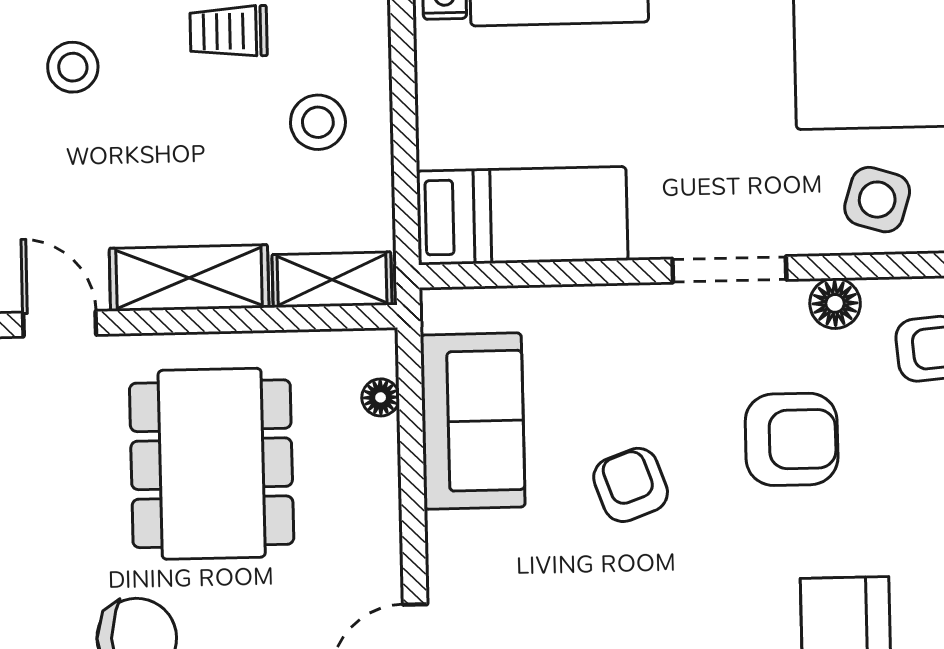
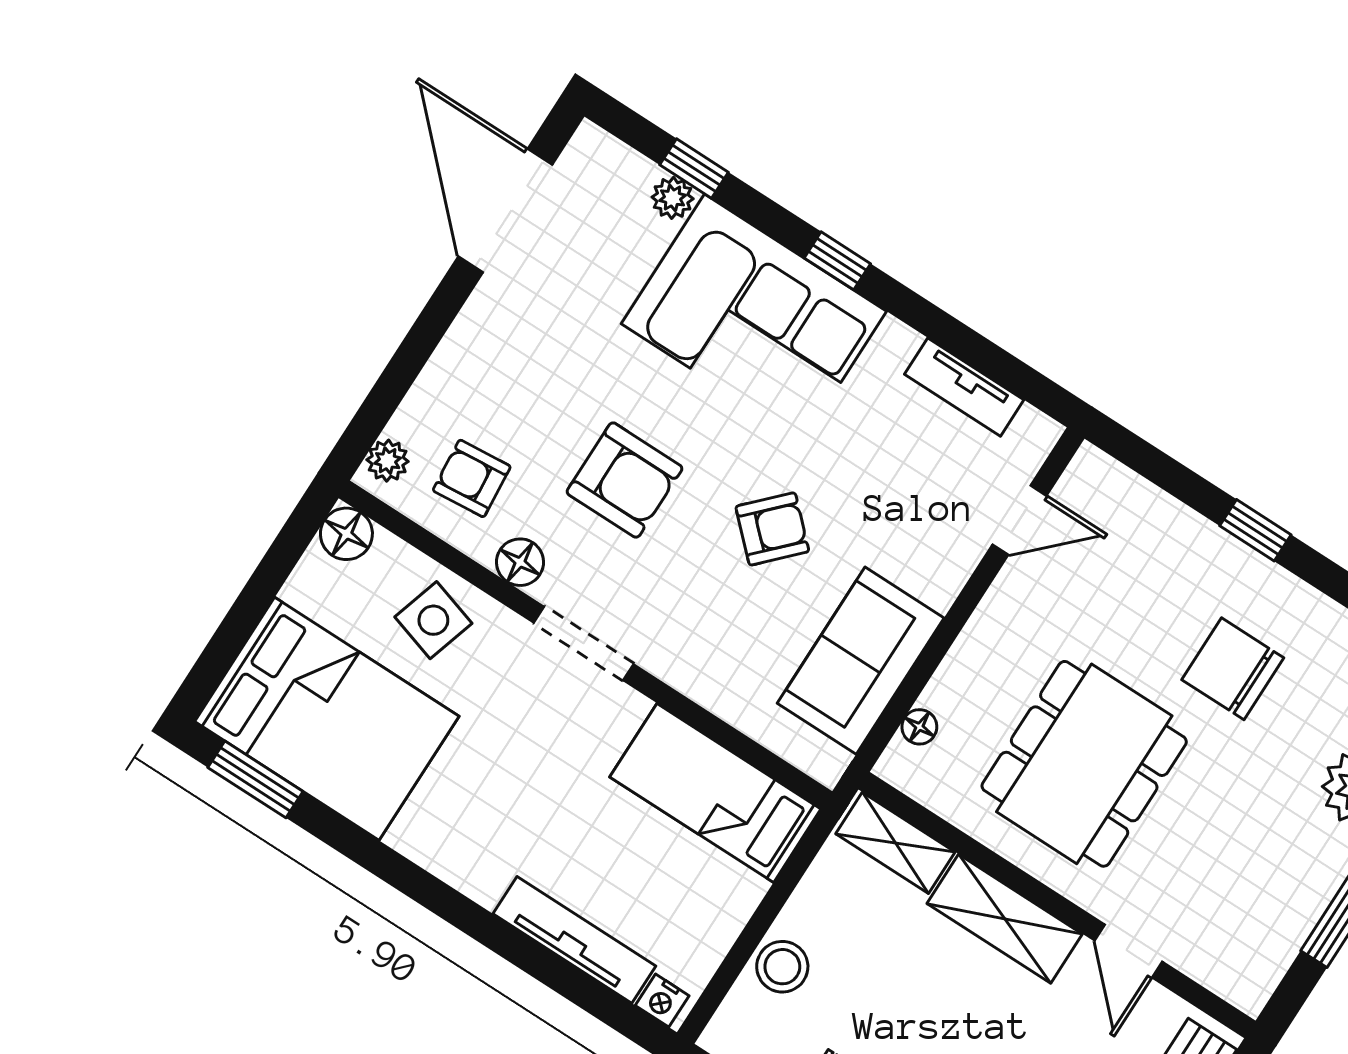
stool: (318, 122) -> (782, 967), moved
armchair: (792, 439) -> (625, 480), turned 180
armchair: (631, 485) -> (772, 529), turned -116

